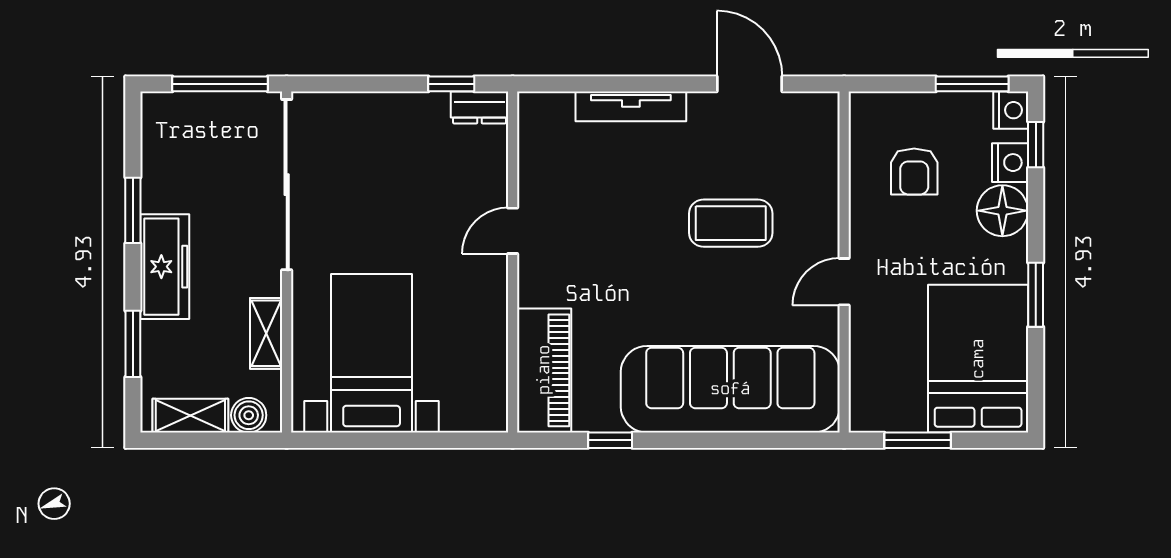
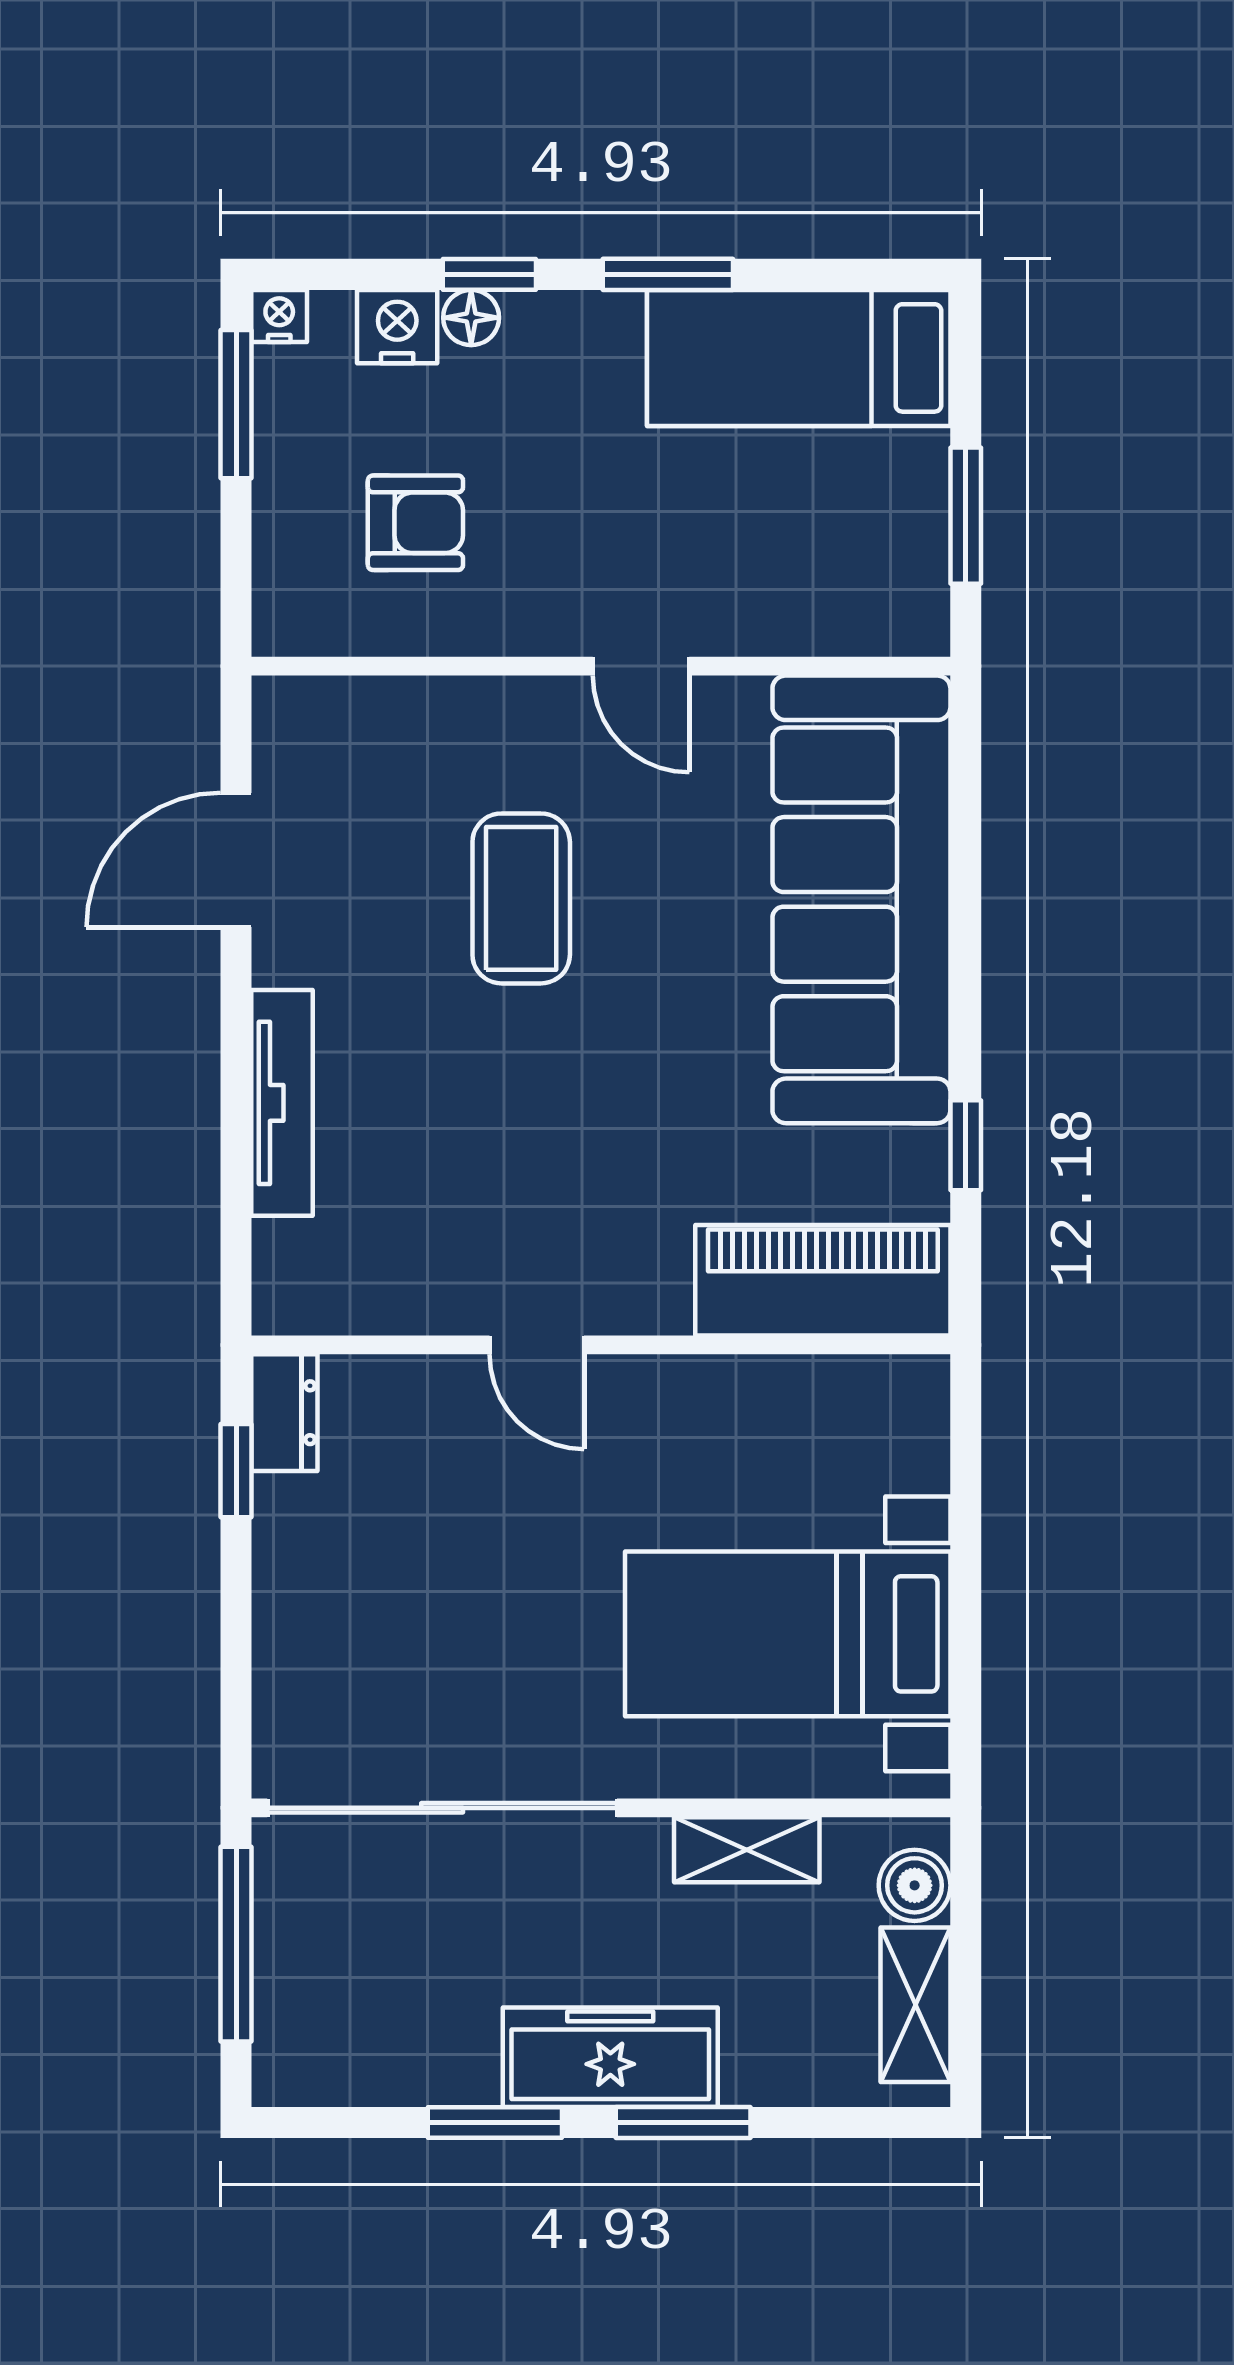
nightstand: (1011, 110) -> (279, 316), width x0.72, depth x0.74
window: (1036, 145) -> (489, 274), moved
floor lamp: (1002, 211) -> (471, 318), width x0.53, depth x0.53
window: (133, 344) -> (683, 2122), moved
bed: (978, 359) -> (799, 358), width x0.67

